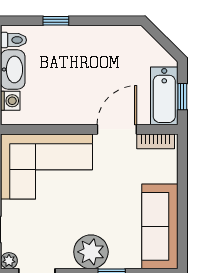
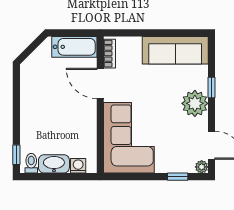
window: (56, 21) -> (16, 155), moved
window: (182, 97) -> (75, 33), removed

